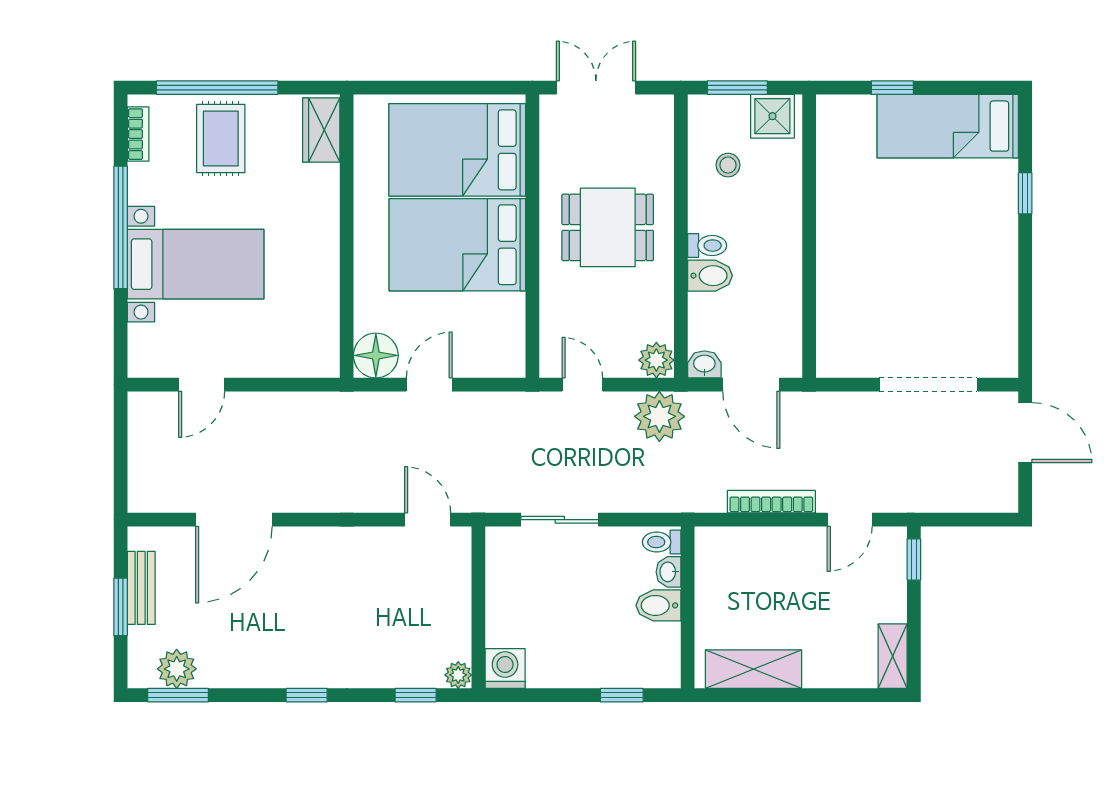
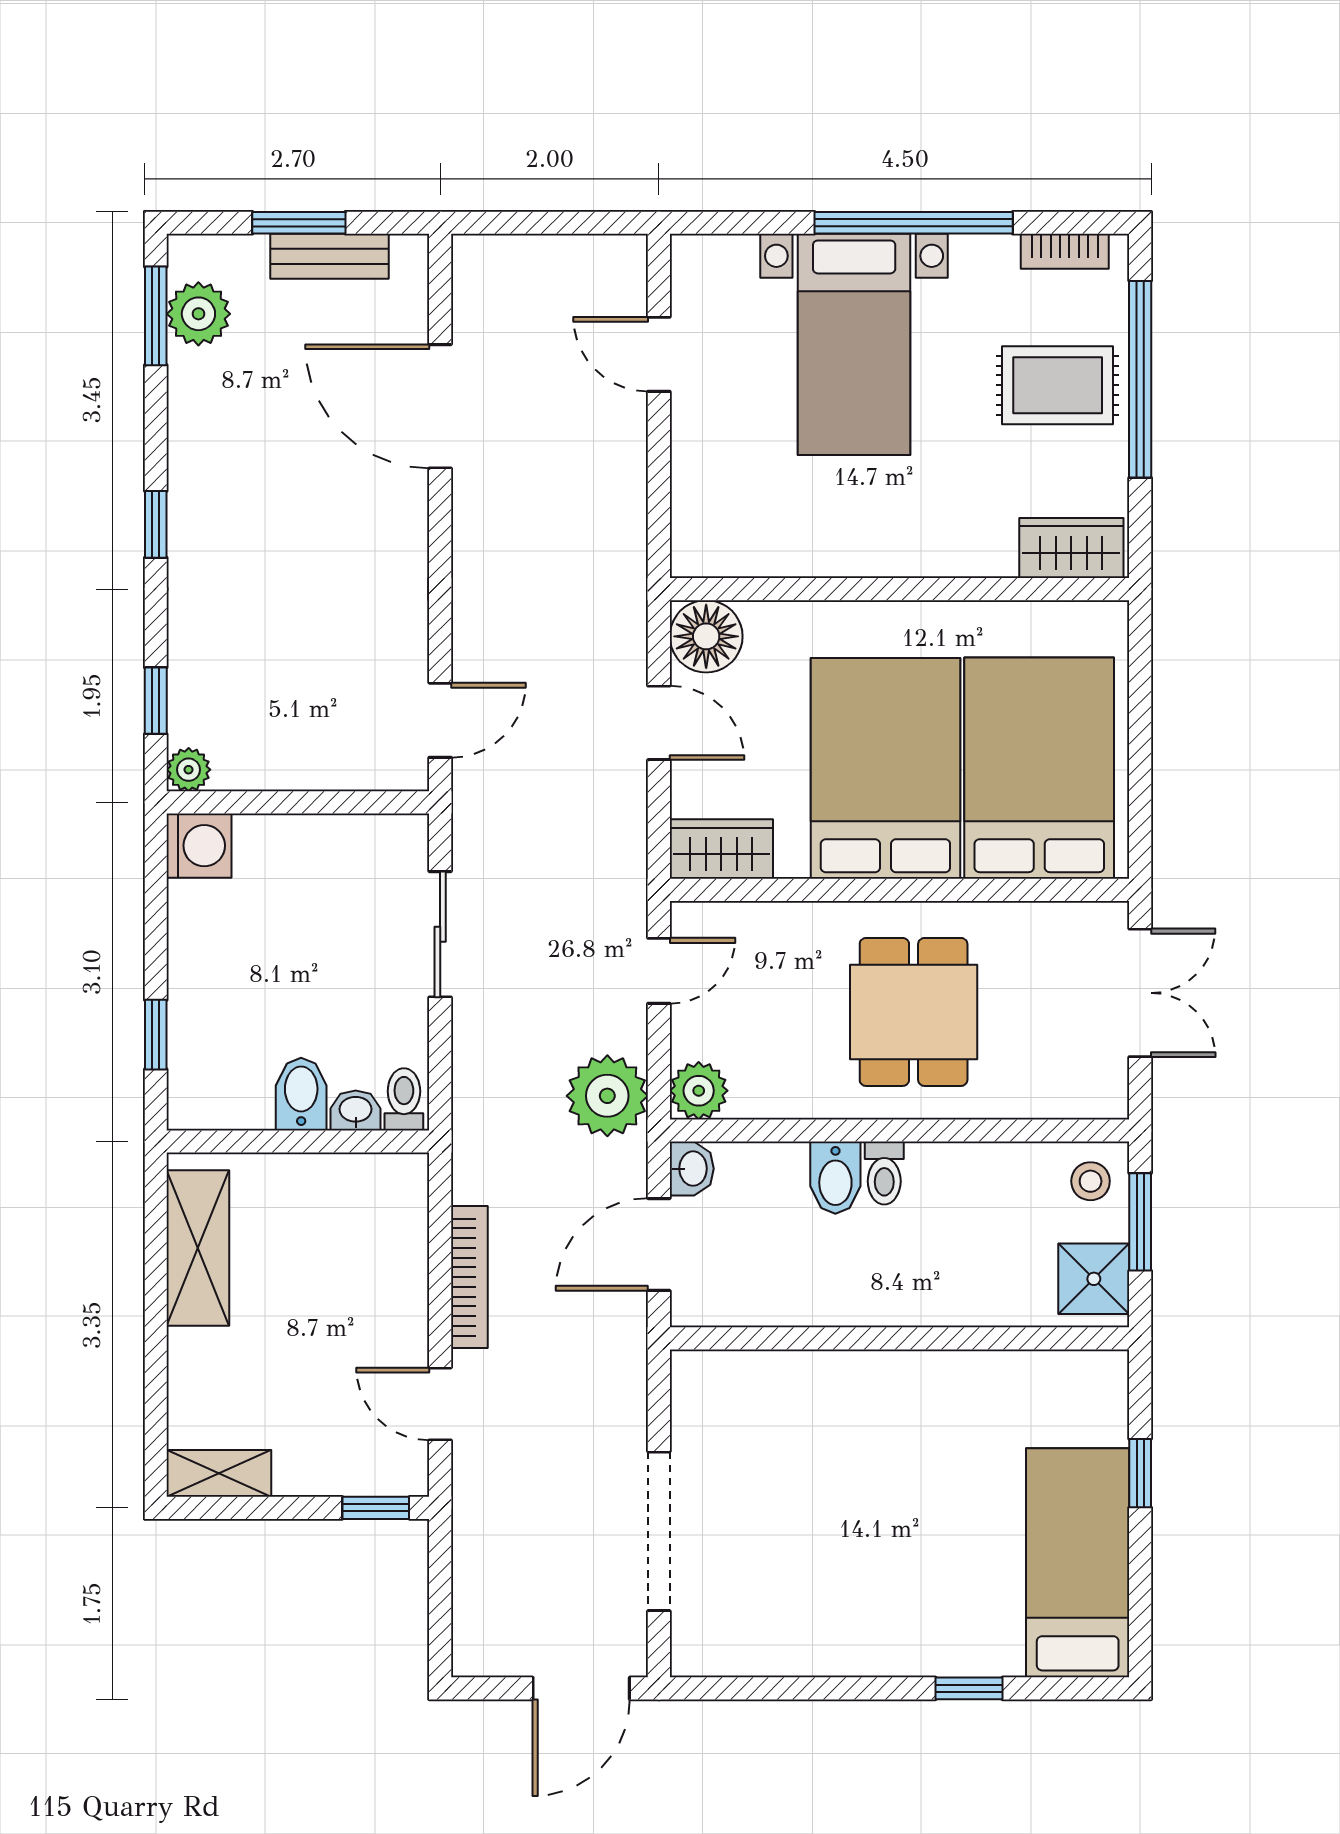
stool: (728, 165) -> (1091, 1181), moved
wardrobe: (507, 346) -> (721, 849), added

